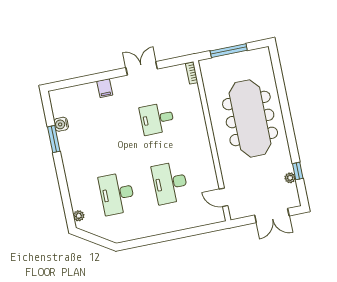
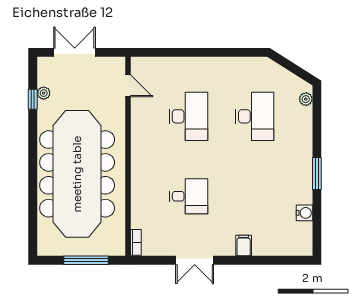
meeting table: (250, 118) -> (77, 174), width x1.36, depth x1.27
window: (54, 139) -> (317, 173), moved

